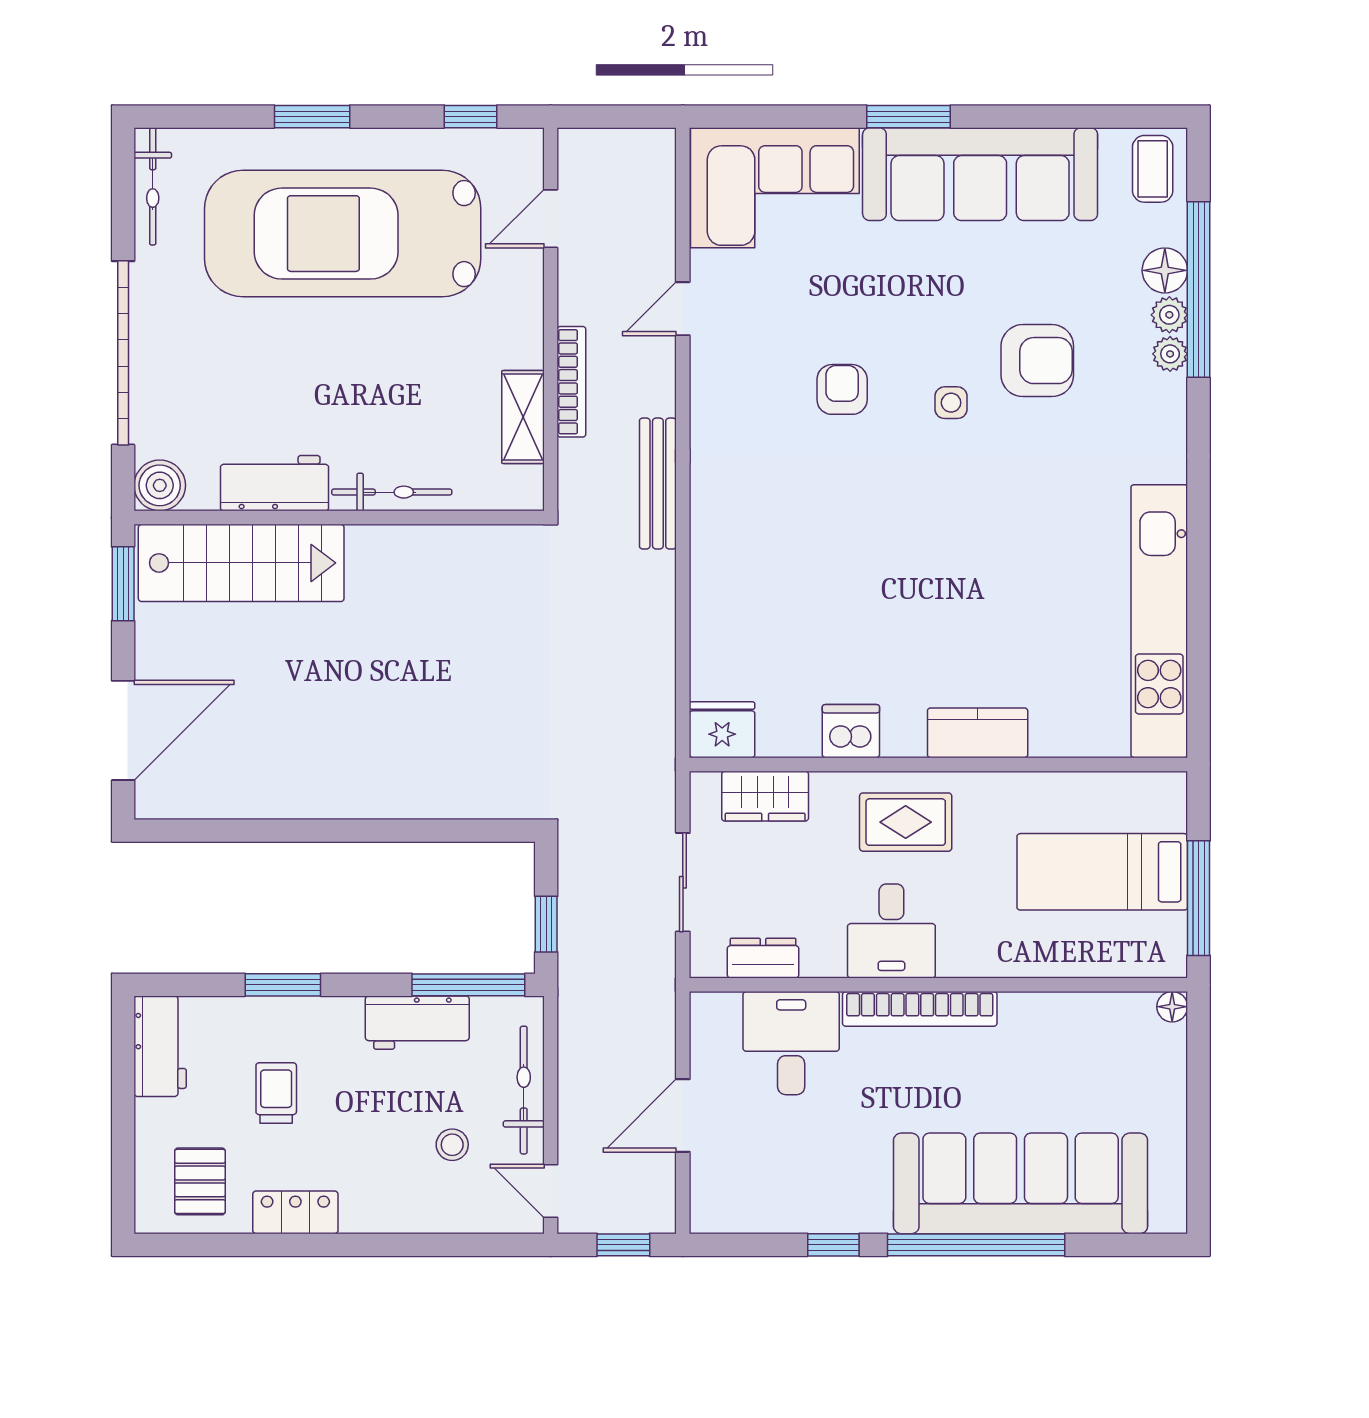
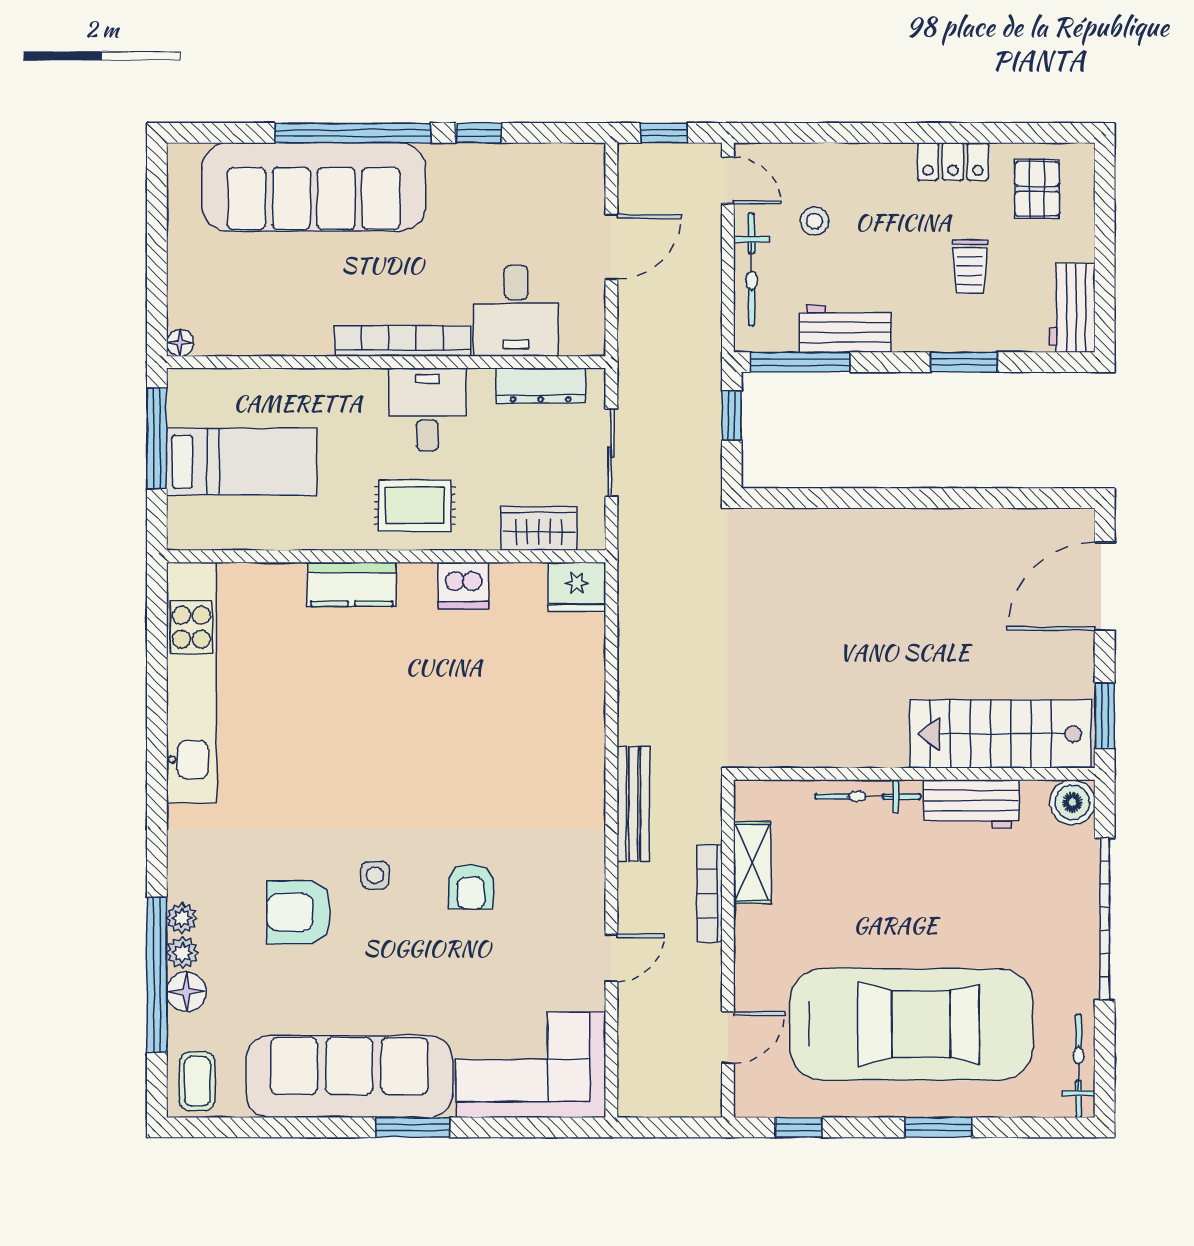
dresser: (763, 958) -> (541, 386), width x1.44

